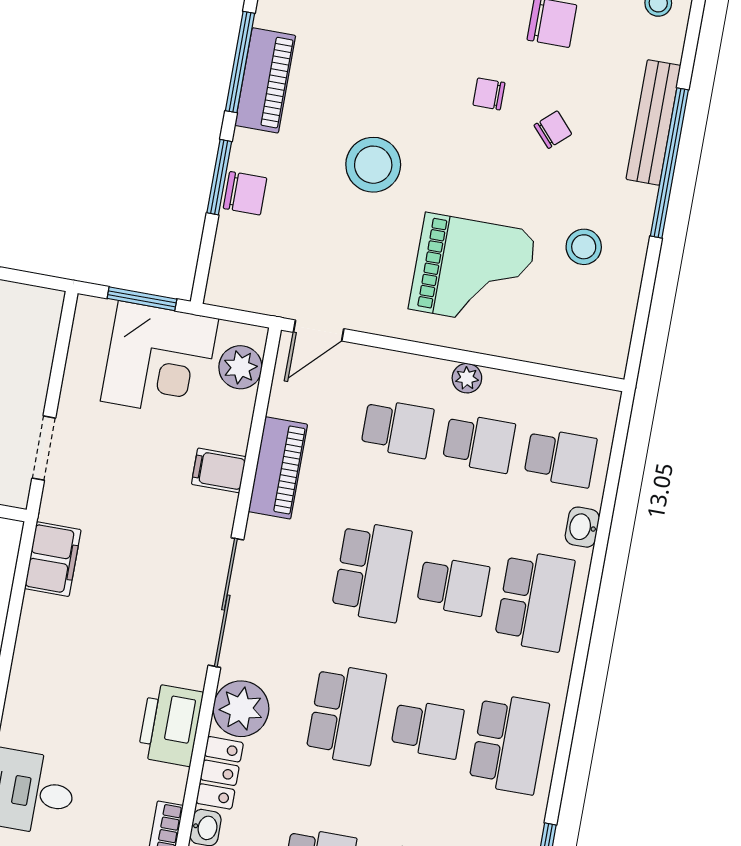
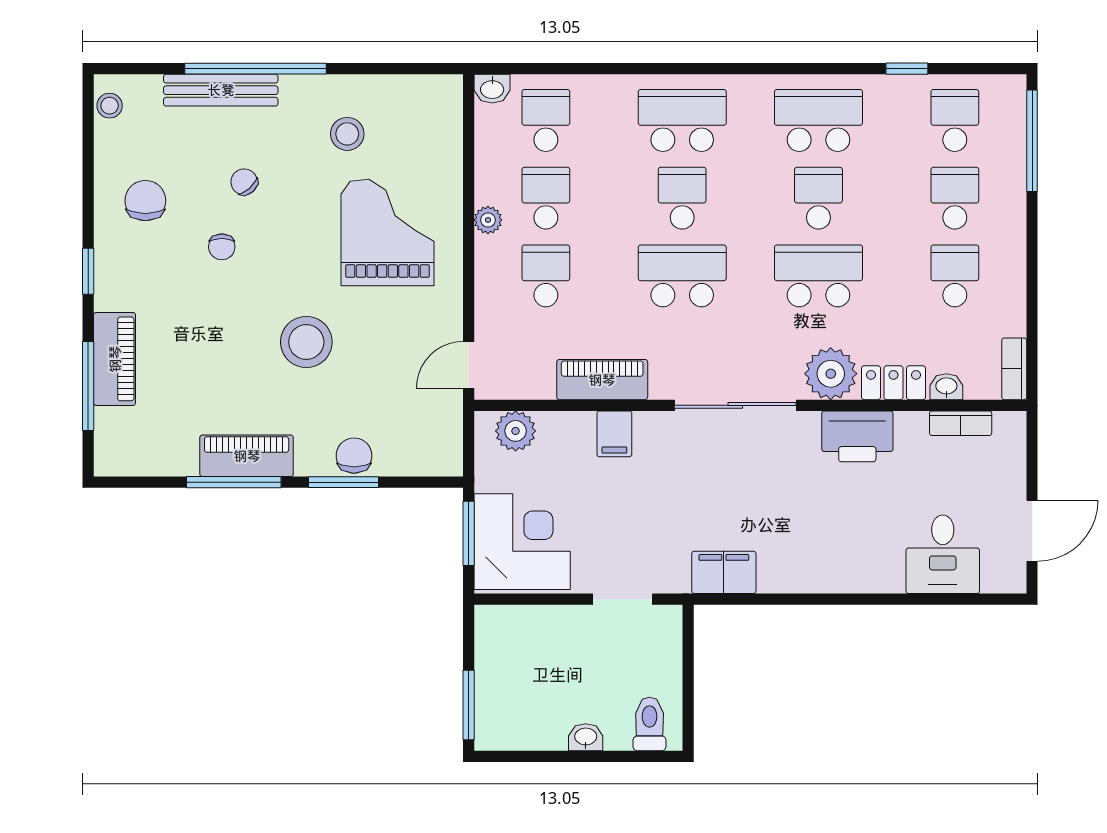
door: (319, 331) -> (469, 365), swing flipped
corner desk: (160, 360) -> (522, 542), moved
washbasin: (582, 527) -> (492, 89), moved

